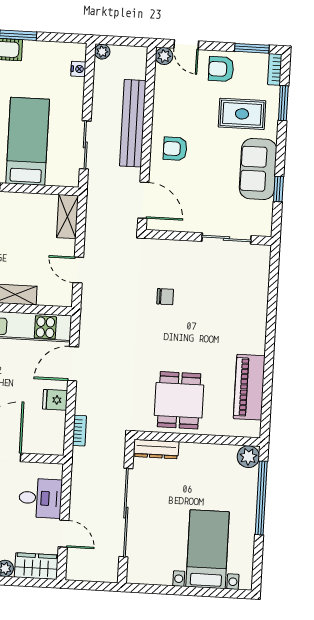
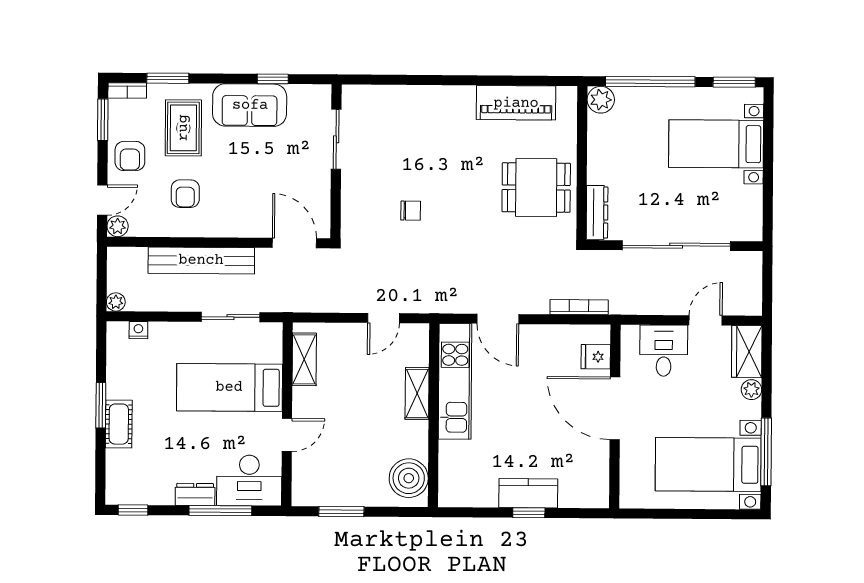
armchair: (175, 149) -> (185, 194), moved
door: (143, 200) -> (294, 243), hinge flipped
shelving: (67, 217) -> (304, 359), moved, turned 90
chair: (165, 297) -> (411, 211), turned 90
fridge: (55, 400) -> (596, 357), moved, turned 90
bookcase: (79, 431) -> (579, 307), width x1.56
window: (257, 567) -> (734, 82), added

